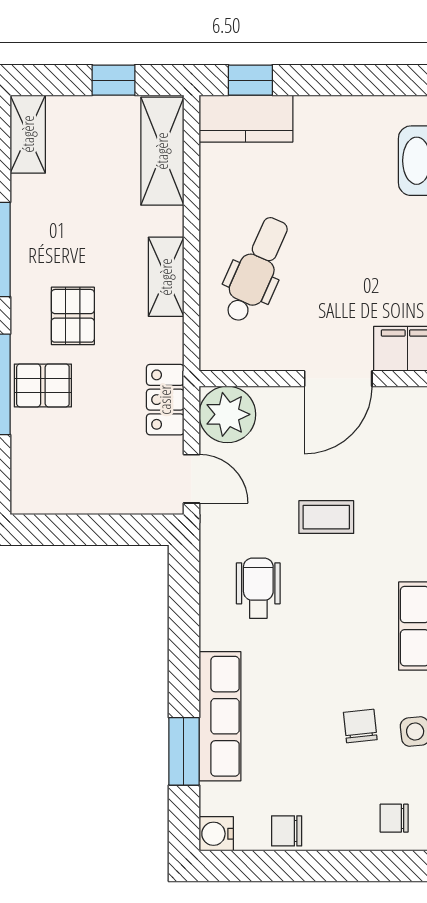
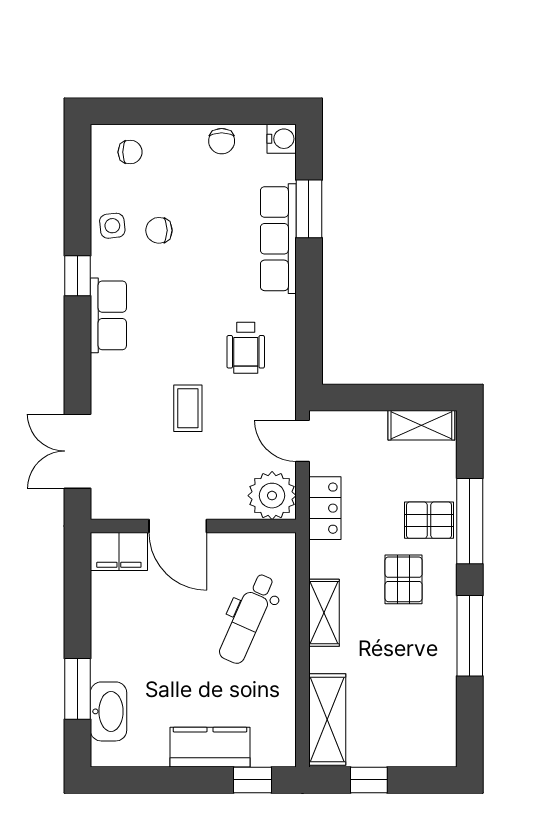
kitchen counter: (246, 119) -> (210, 747), moved
shelving: (28, 134) -> (421, 425), moved, turned 90
door: (338, 379) -> (178, 526), swing flipped
coffee table: (326, 517) -> (188, 408), turned 90
chair: (360, 726) -> (159, 230), turned 96
chair: (287, 831) -> (222, 141), turned 90

